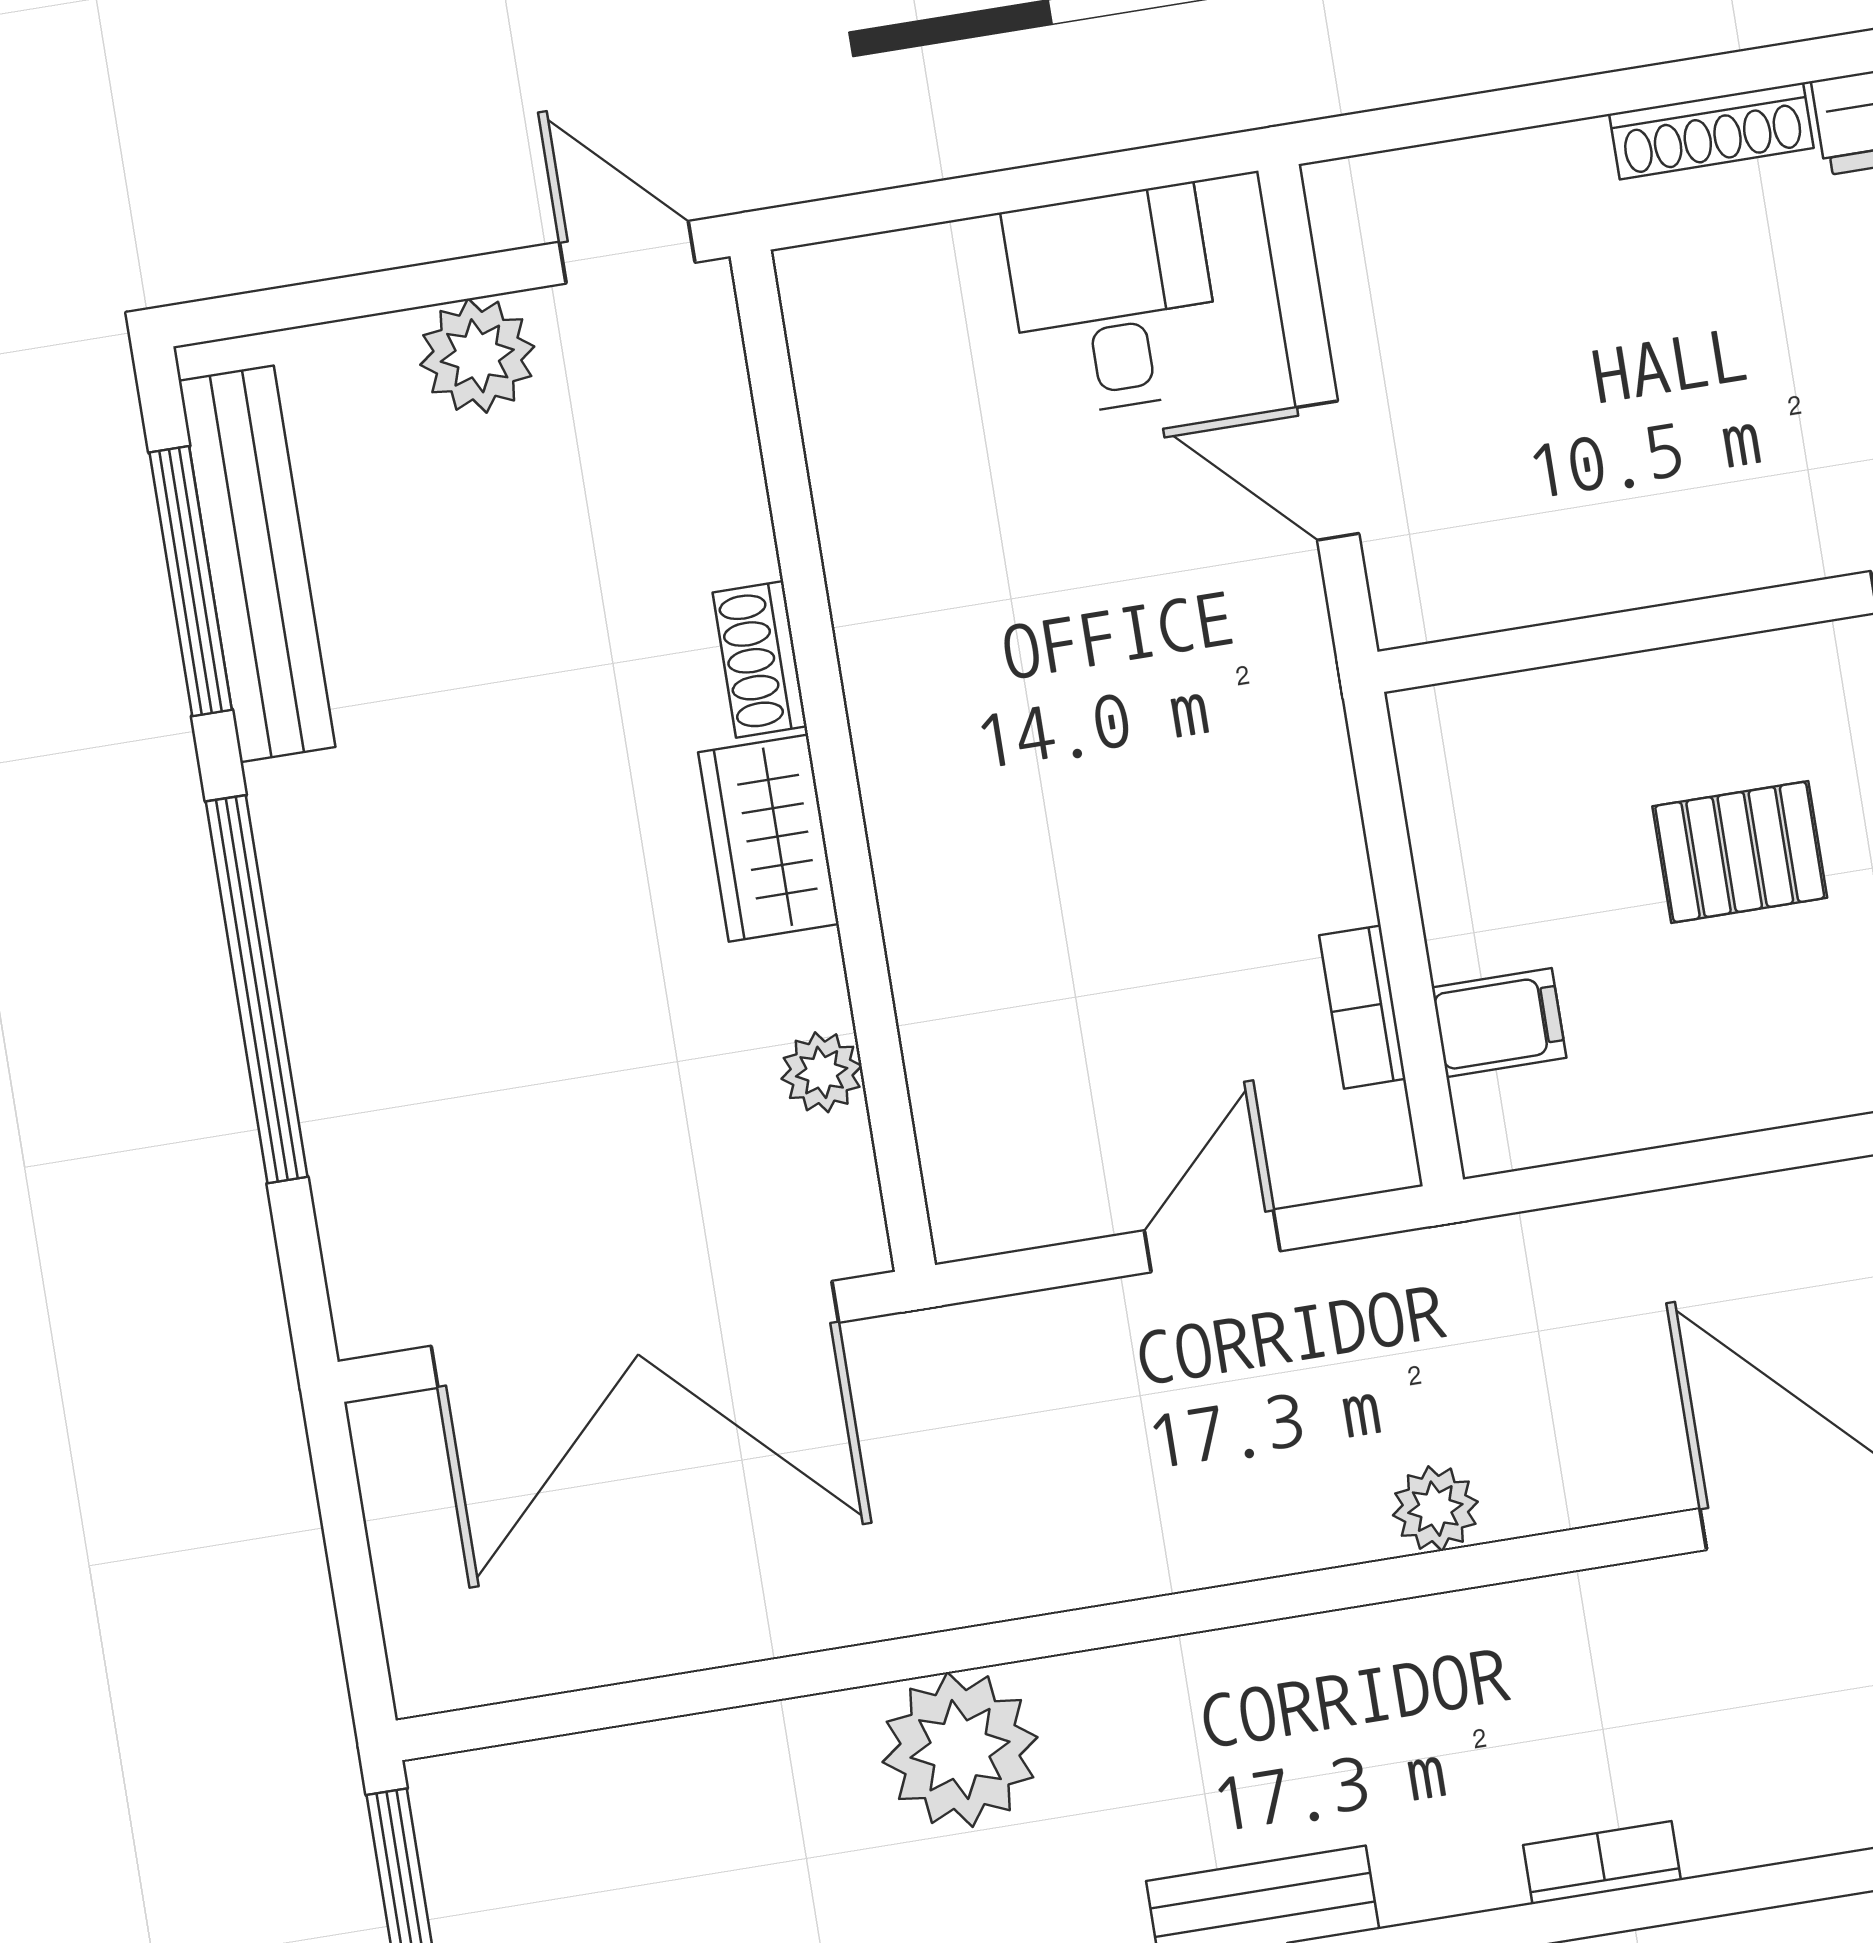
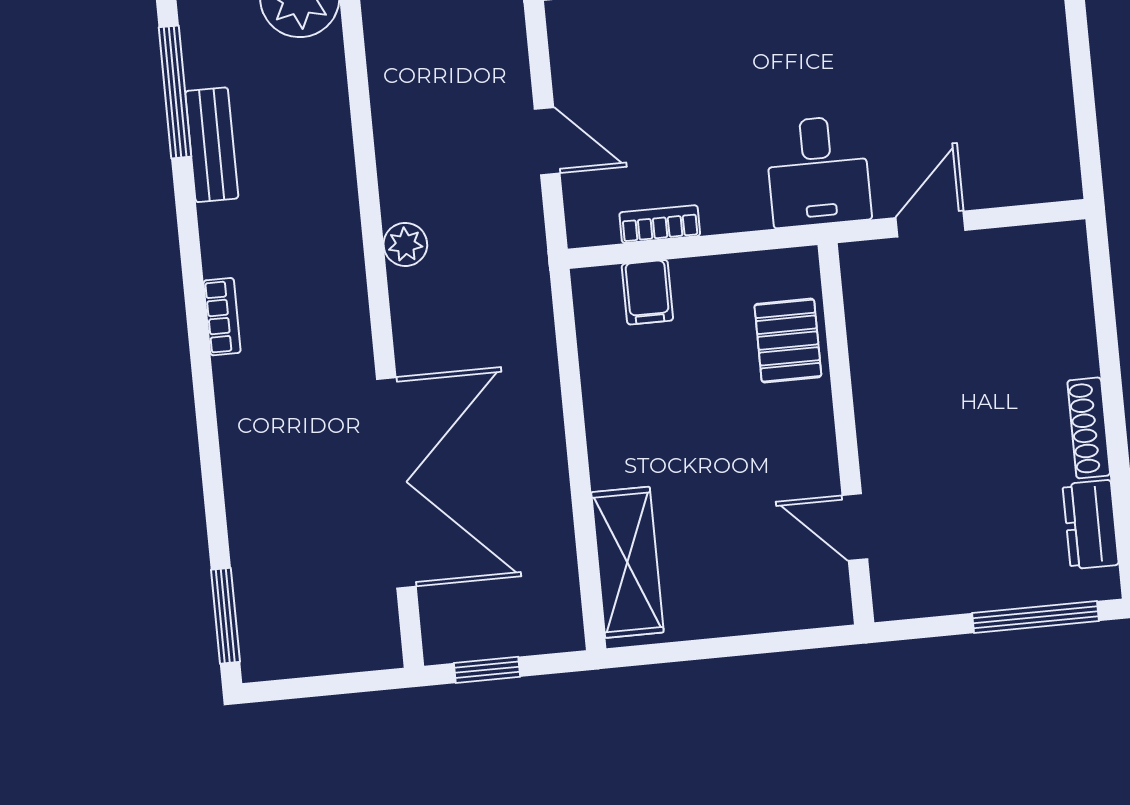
desk: (1113, 301) -> (818, 171), moved, turned 90
pallet: (1740, 852) -> (788, 341), moved

